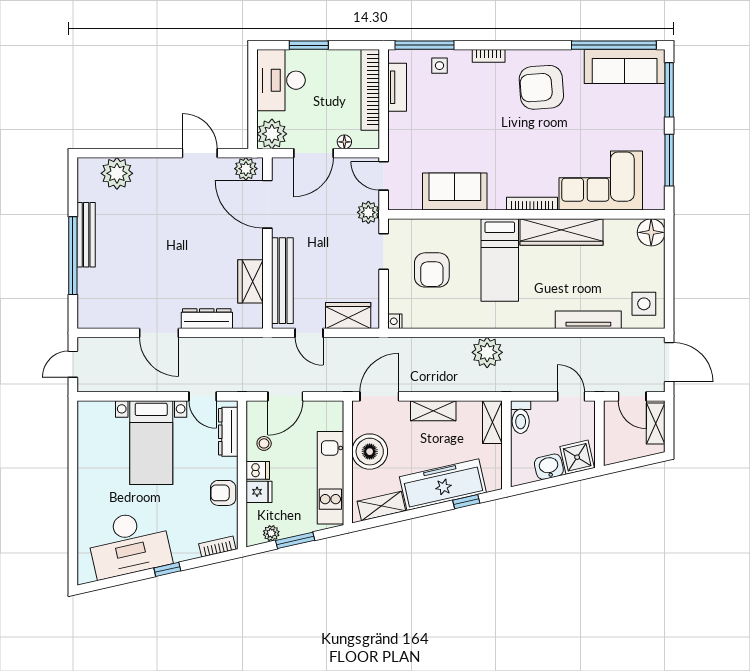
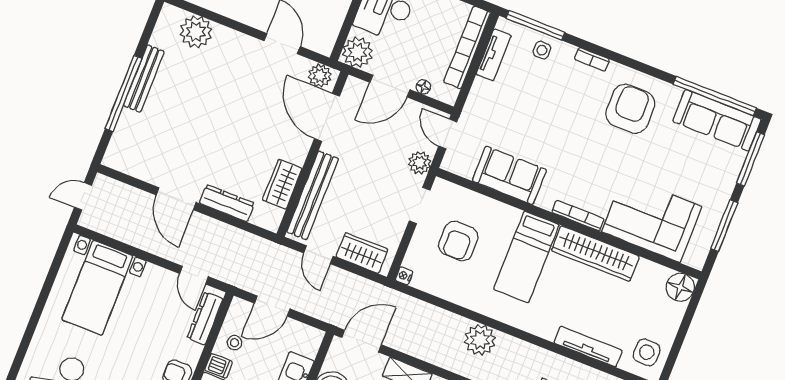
armchair: (541, 87) -> (630, 109), turned 94
bed with nightstands: (151, 443) -> (97, 288), moved

